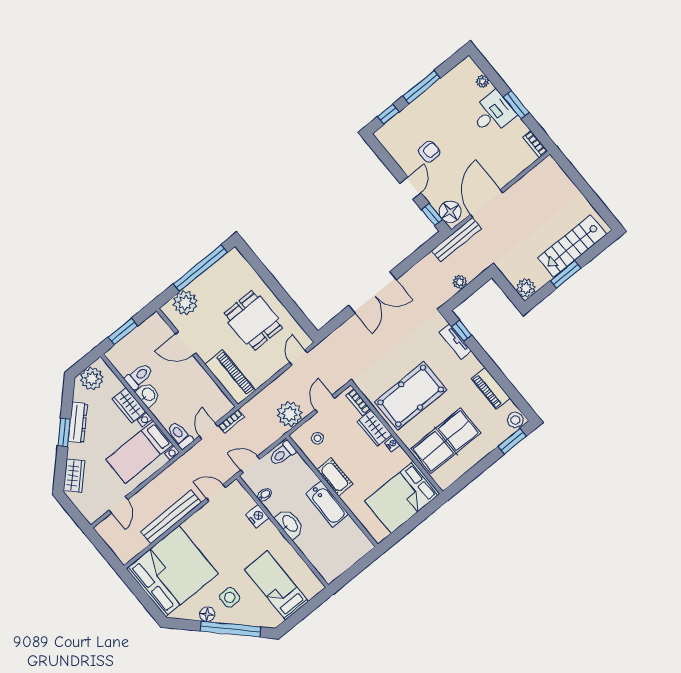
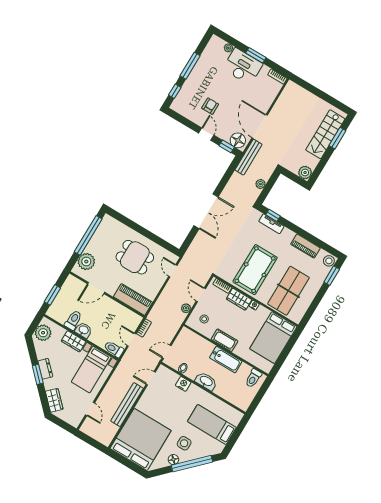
desk: (493, 114) -> (243, 66), width x1.37
window: (566, 274) -> (337, 138), moved
plant: (290, 414) -> (186, 308), width x0.53, depth x0.53
dresser: (78, 423) -> (45, 369), width x0.70
toilet: (282, 454) -> (253, 378), moved

